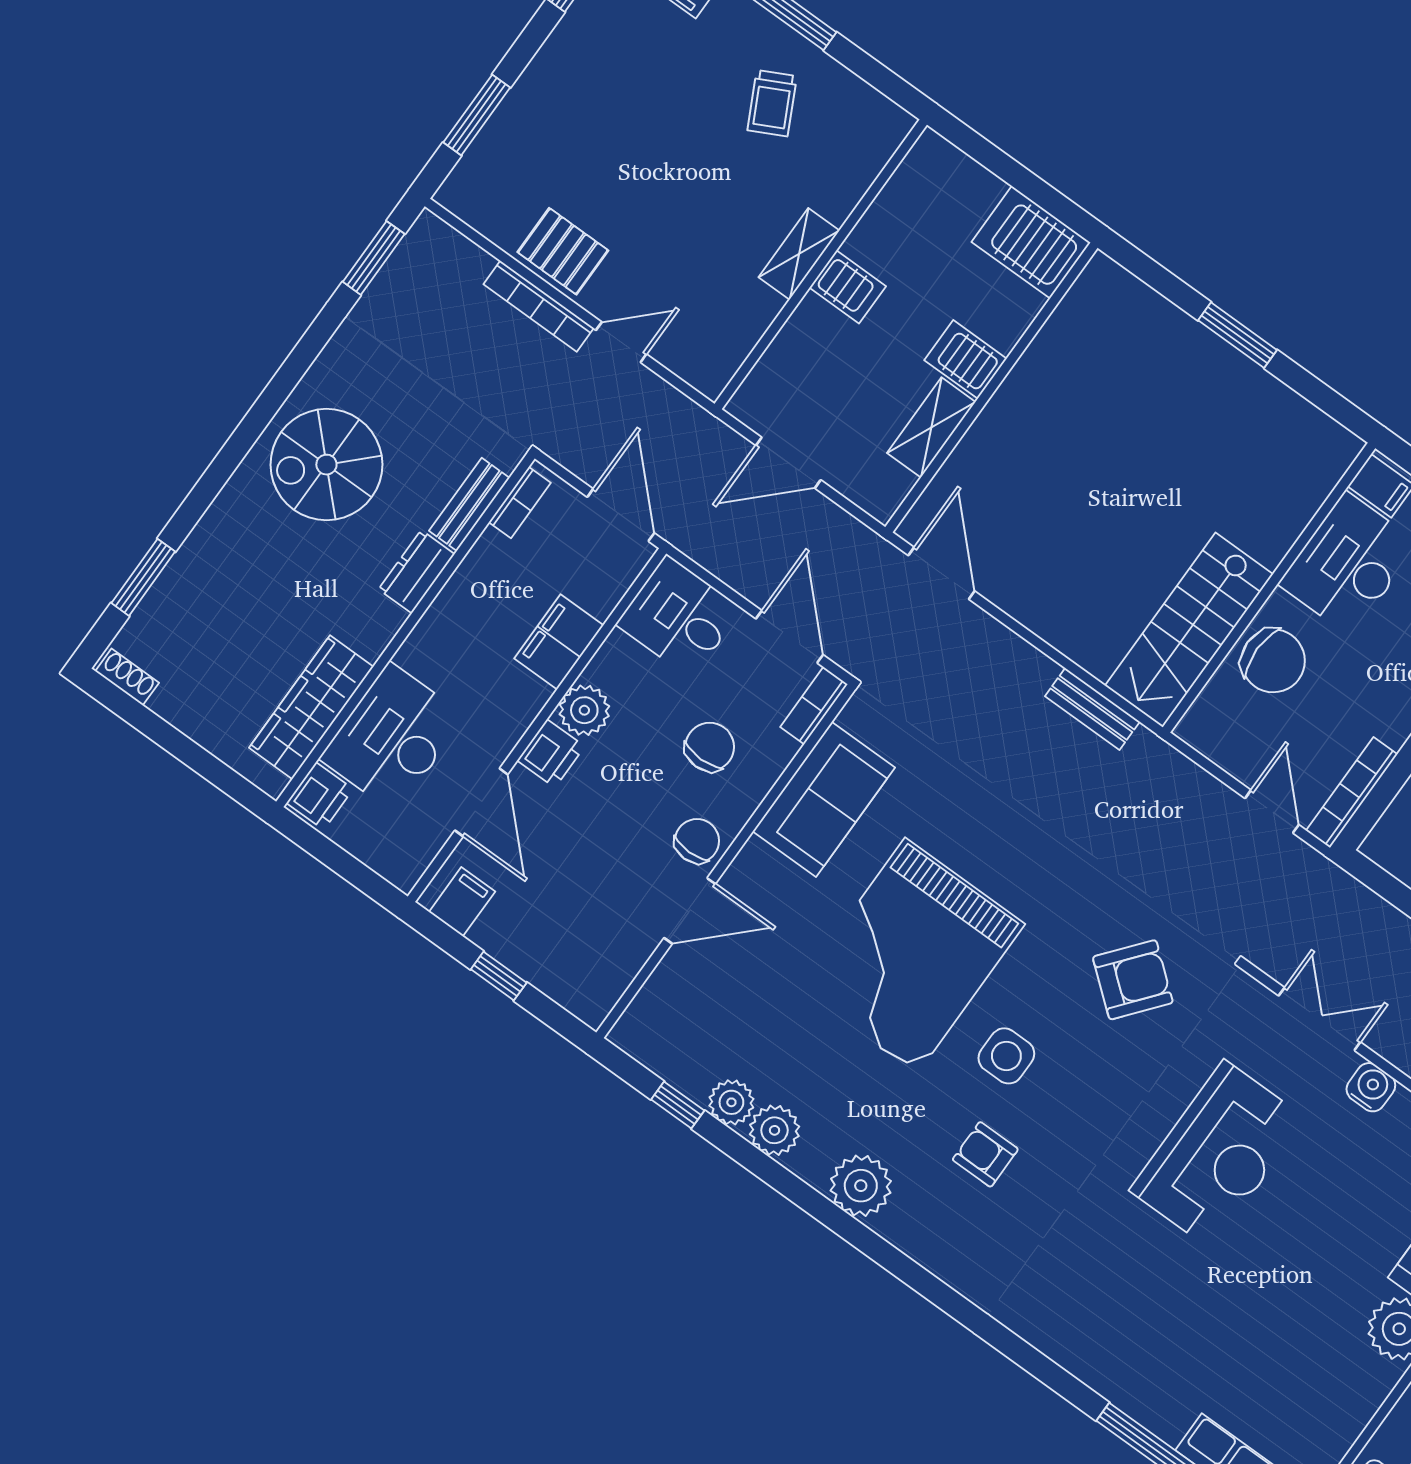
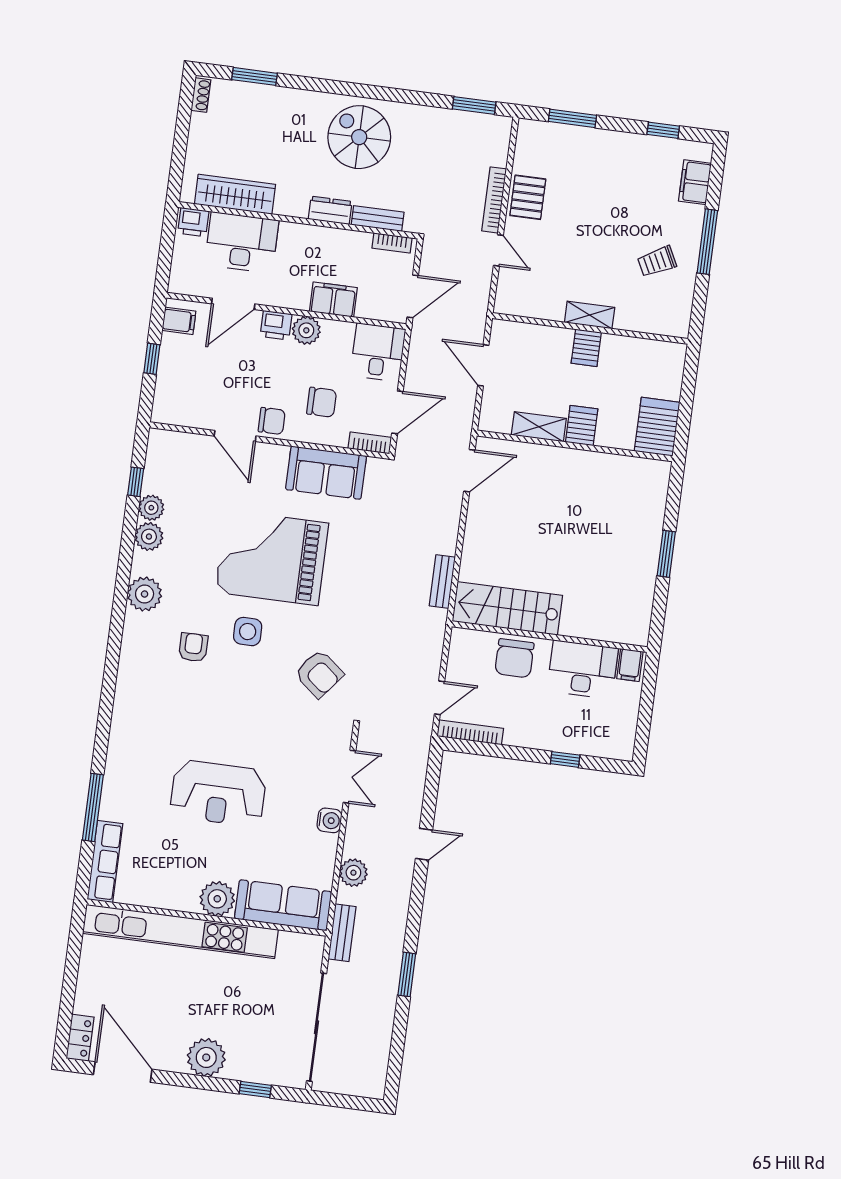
reception desk: (1218, 1154) -> (218, 793), moved

